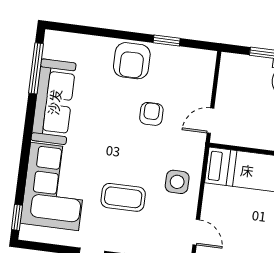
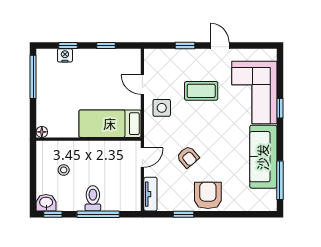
tv unit: (206, 72) -> (150, 194), added
armchair: (151, 114) -> (188, 157), turned -40
window: (17, 217) -> (280, 108), moved
door: (196, 232) -> (142, 85), moved

